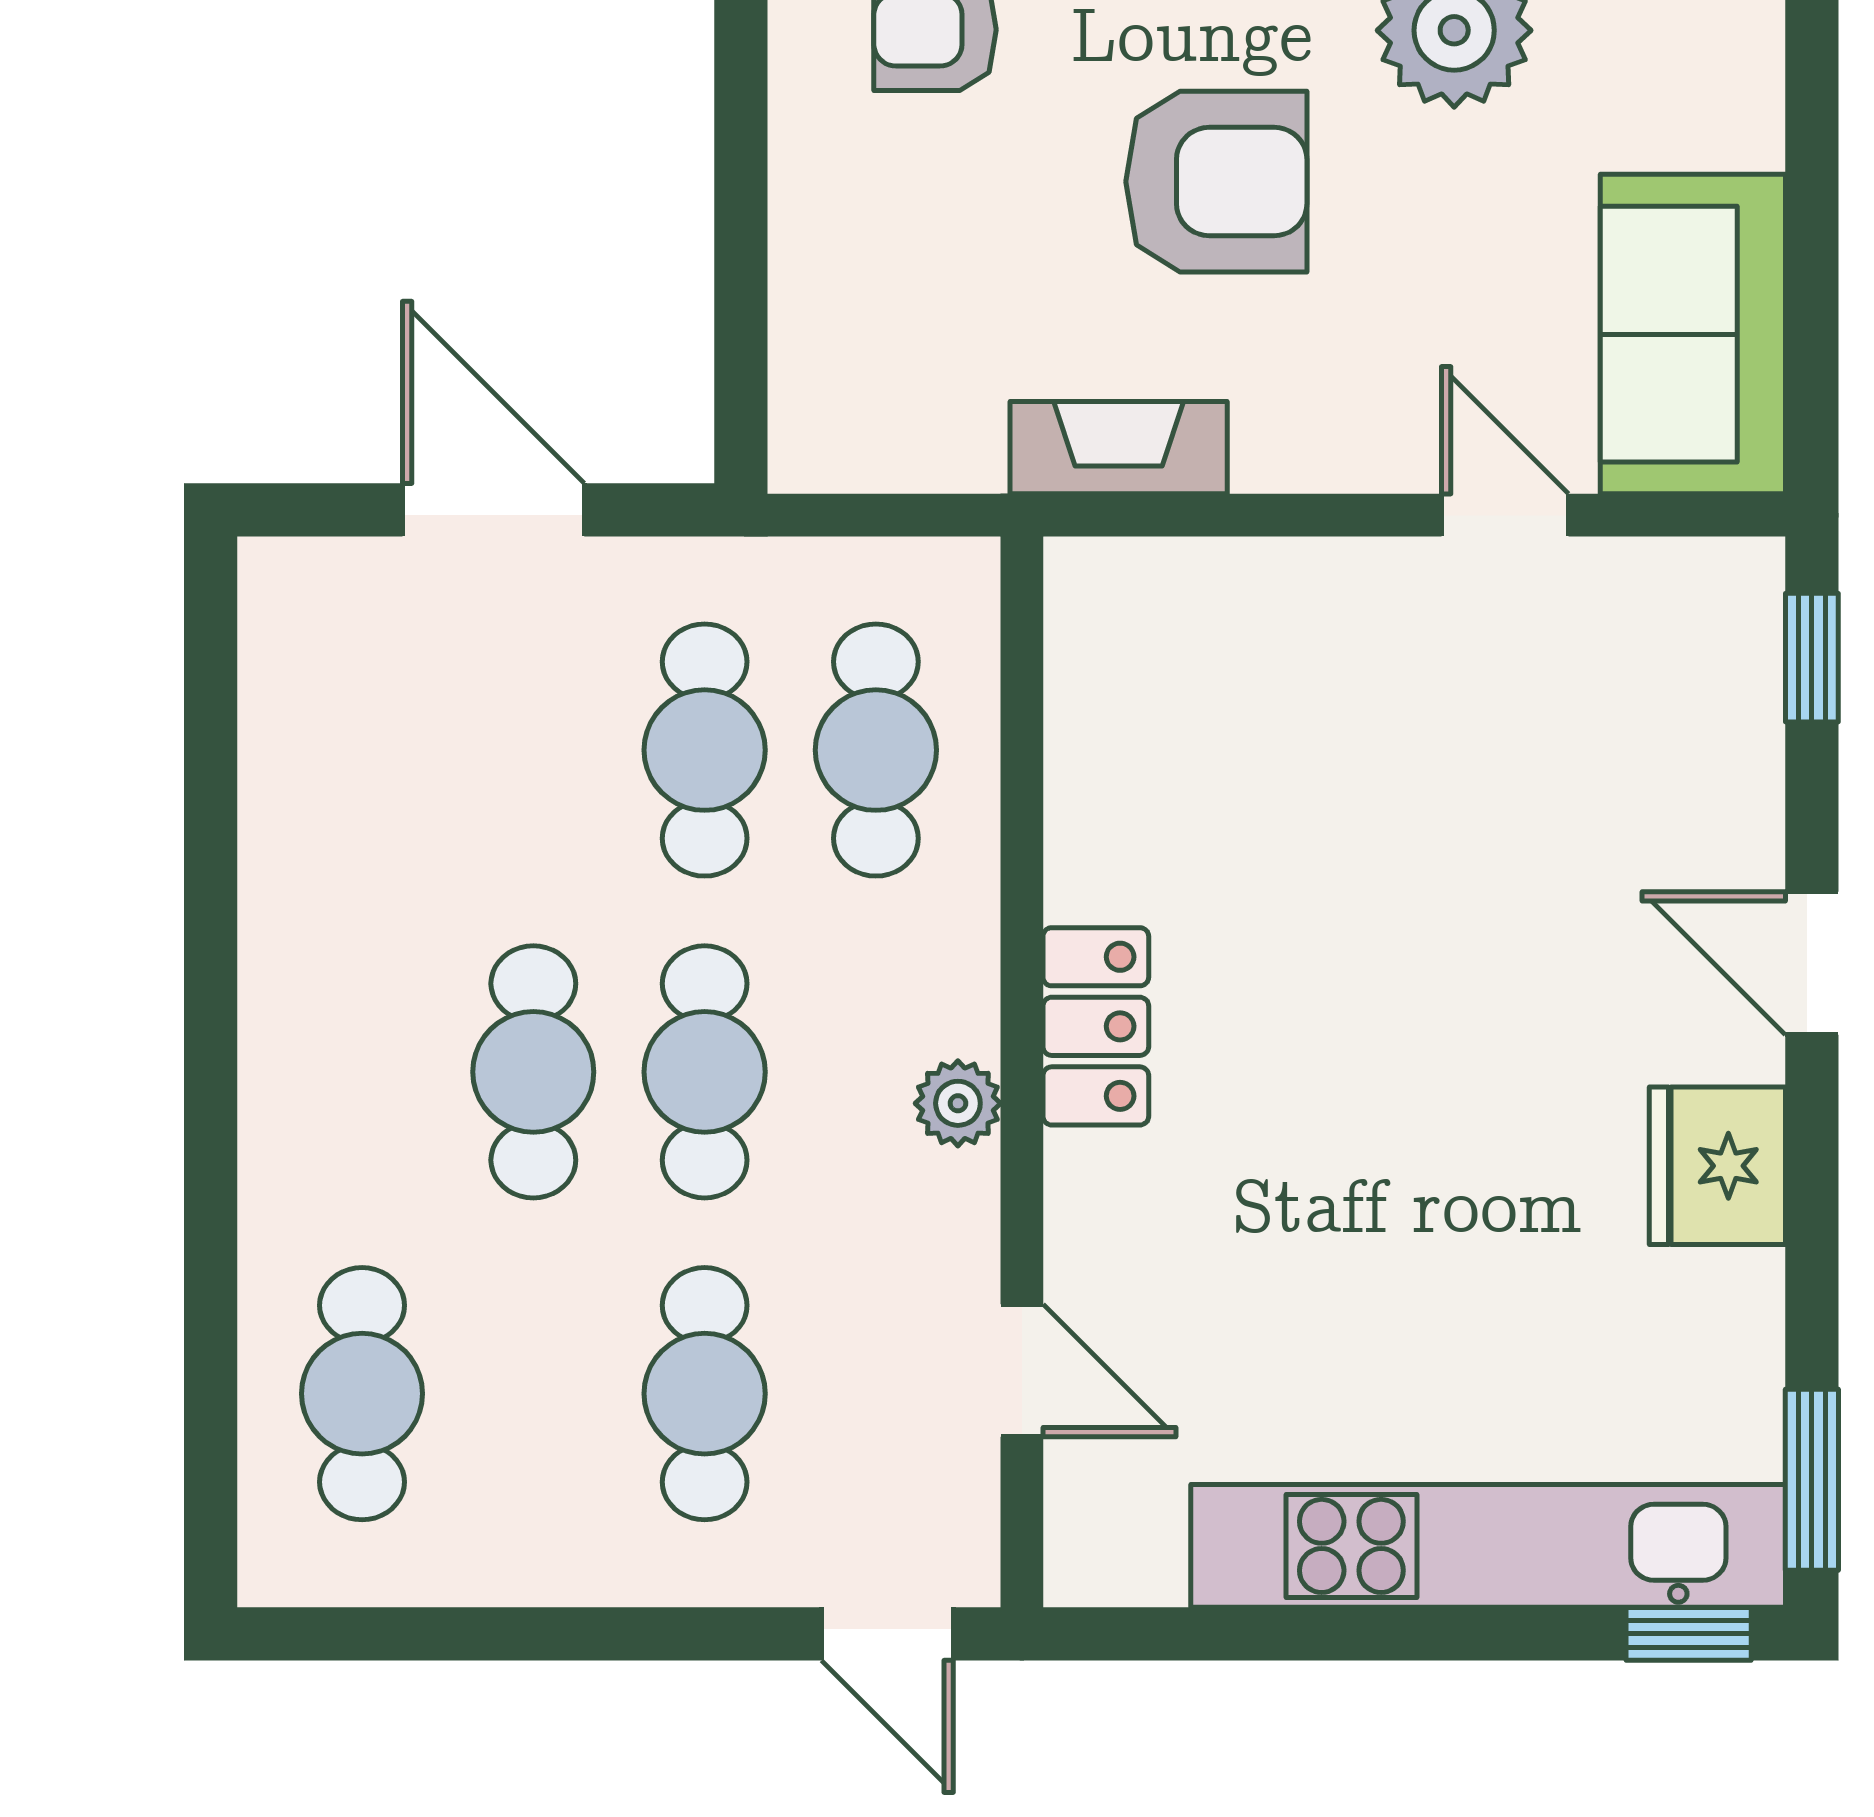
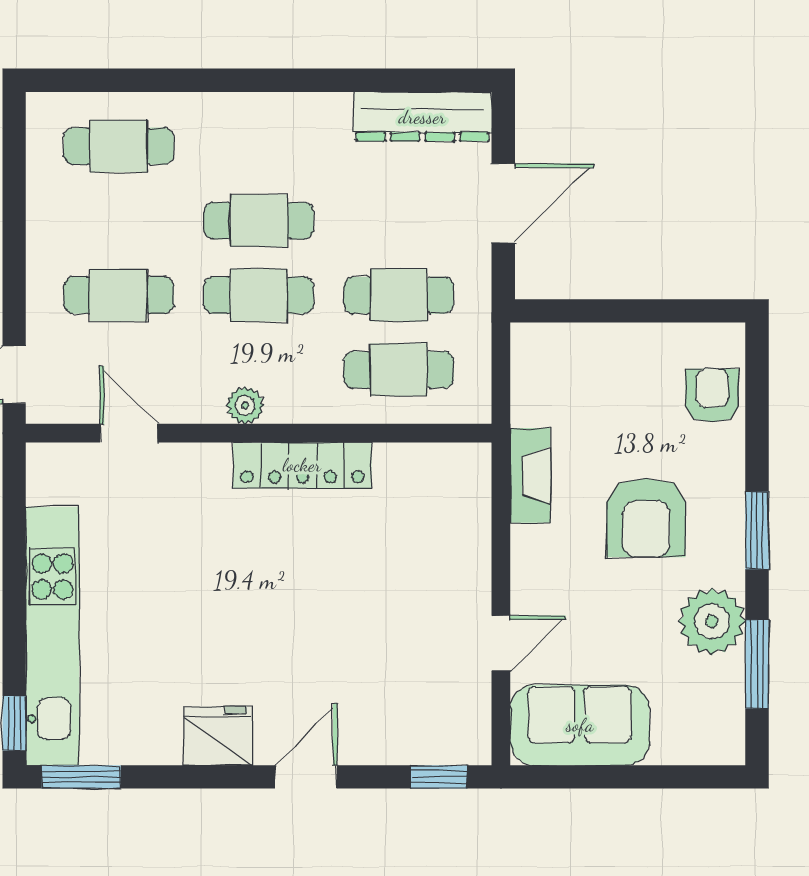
dresser: (294, 695) -> (422, 117), added
locker: (1096, 1026) -> (302, 465), width x1.53
door: (1022, 1370) -> (129, 433), swing flipped

